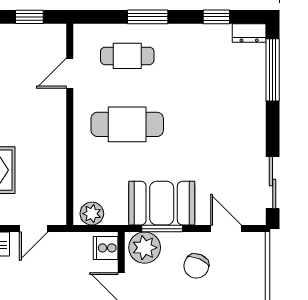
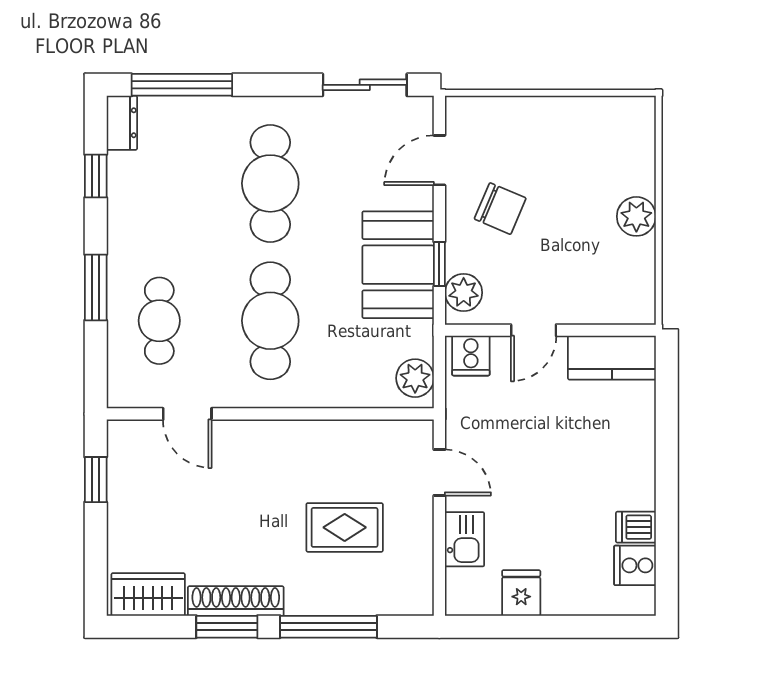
cafe table: (212, 124) -> (270, 183), added
window: (162, 229) -> (439, 264), width x0.67
plant: (145, 248) -> (464, 293), width x0.73, depth x0.73

